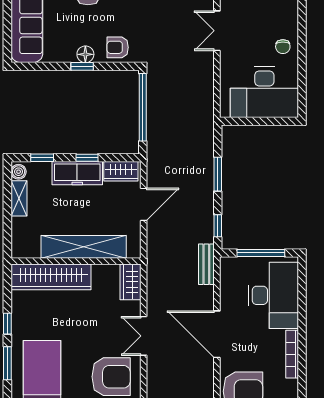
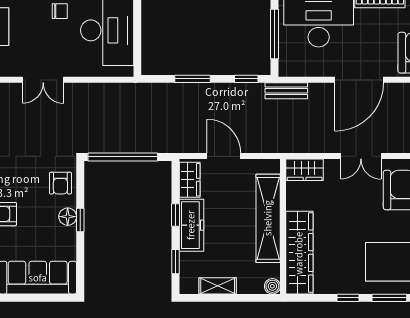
boiler: (19, 172) -> (272, 286), moved

